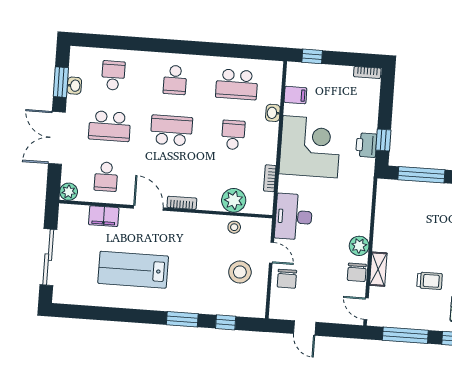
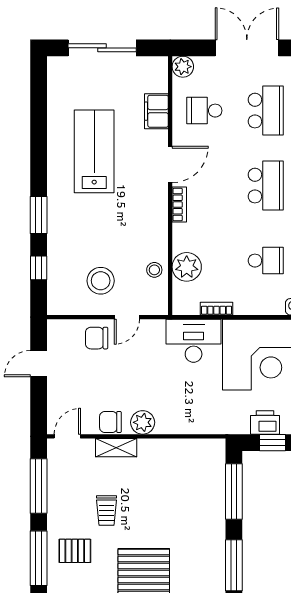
school desk: (110, 126) -> (266, 111), turned 180
desk: (294, 217) -> (194, 341), moved

